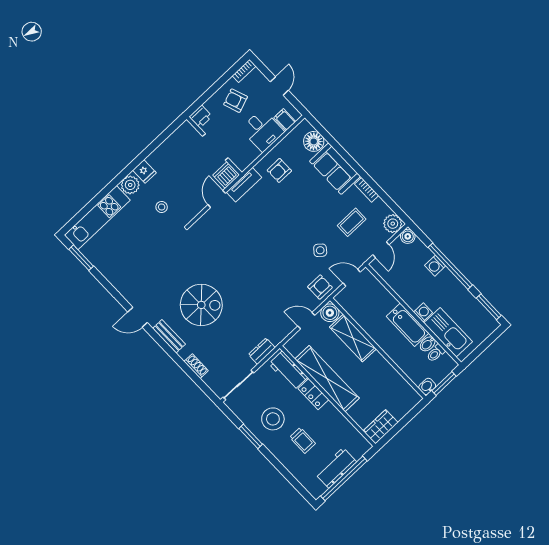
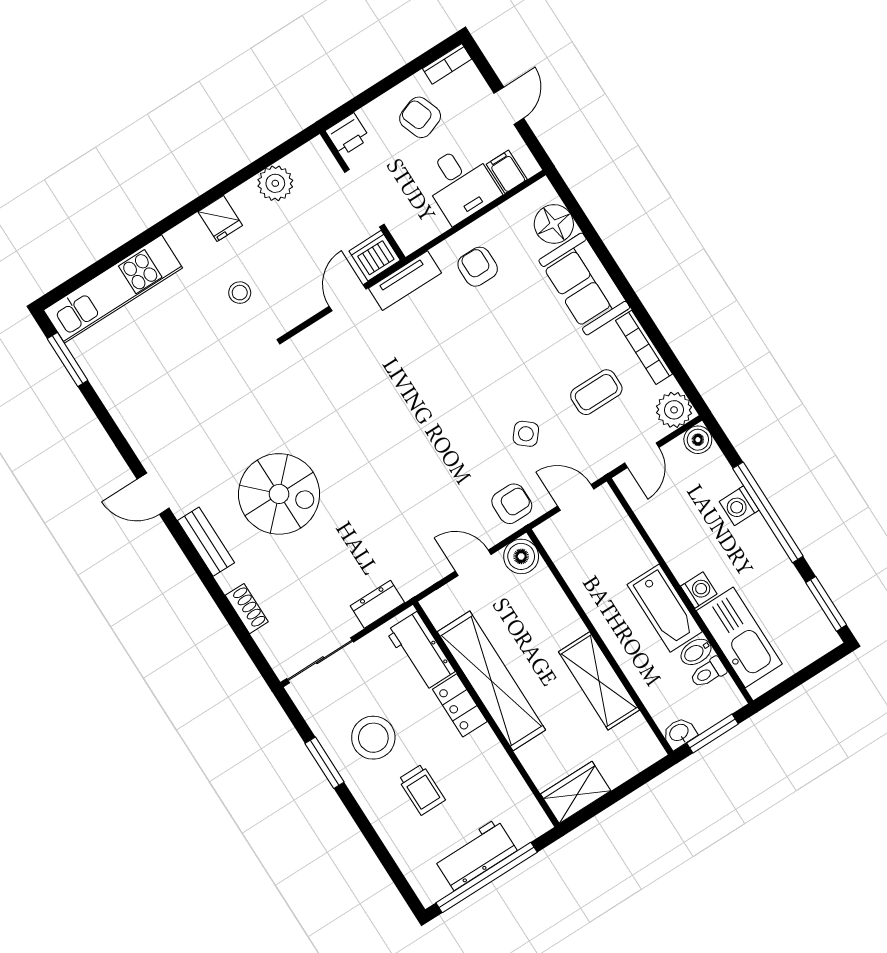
armchair: (279, 170) -> (478, 267), turned 90
plant: (130, 185) -> (275, 183), moved
bookcase: (367, 190) -> (644, 347), width x1.56
shelving: (353, 338) -> (599, 681), moved

